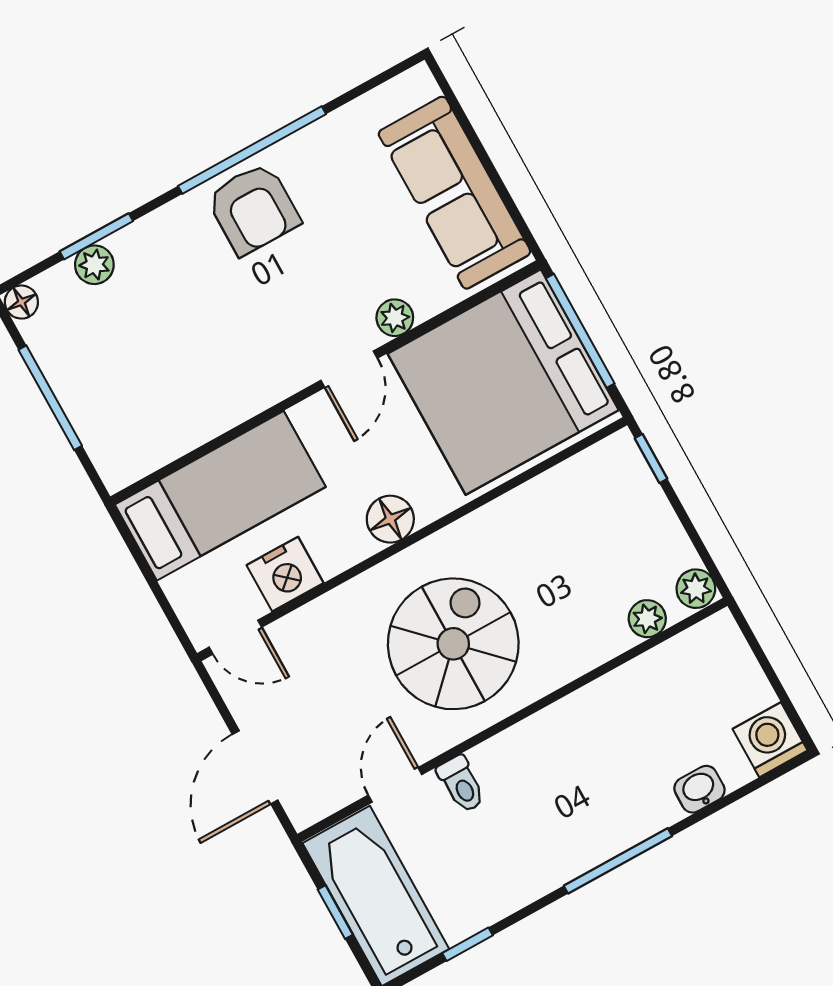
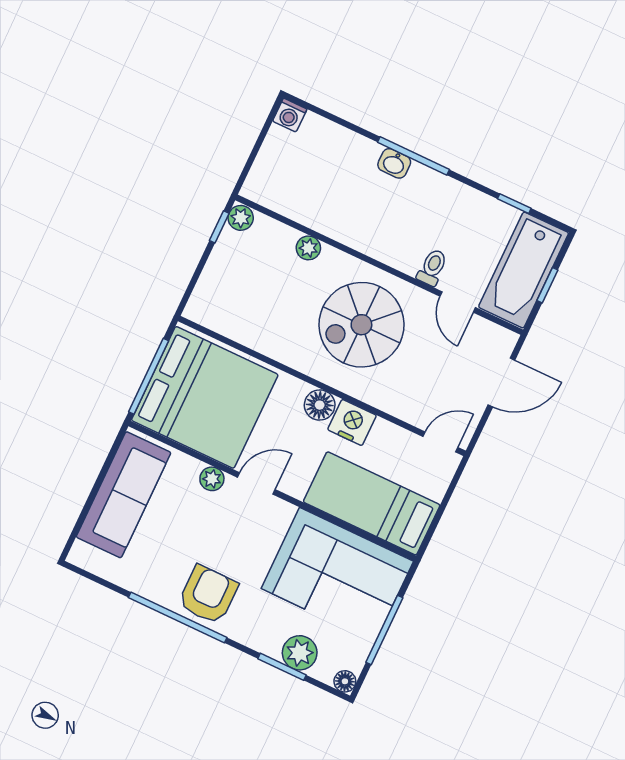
plant: (94, 265) -> (300, 653), width x1.38, depth x1.38
corner sofa: (162, 389) -> (337, 575), added
window: (651, 459) -> (219, 227), moved
nightstand: (285, 574) -> (352, 422), moved
plant: (647, 619) -> (308, 248), moved
door: (235, 637) -> (440, 442), hinge flipped
washing machine: (770, 740) -> (290, 115), width x0.73, depth x0.73
door: (395, 785) -> (458, 302), hinge flipped
washbasin: (699, 789) -> (394, 163), moved

